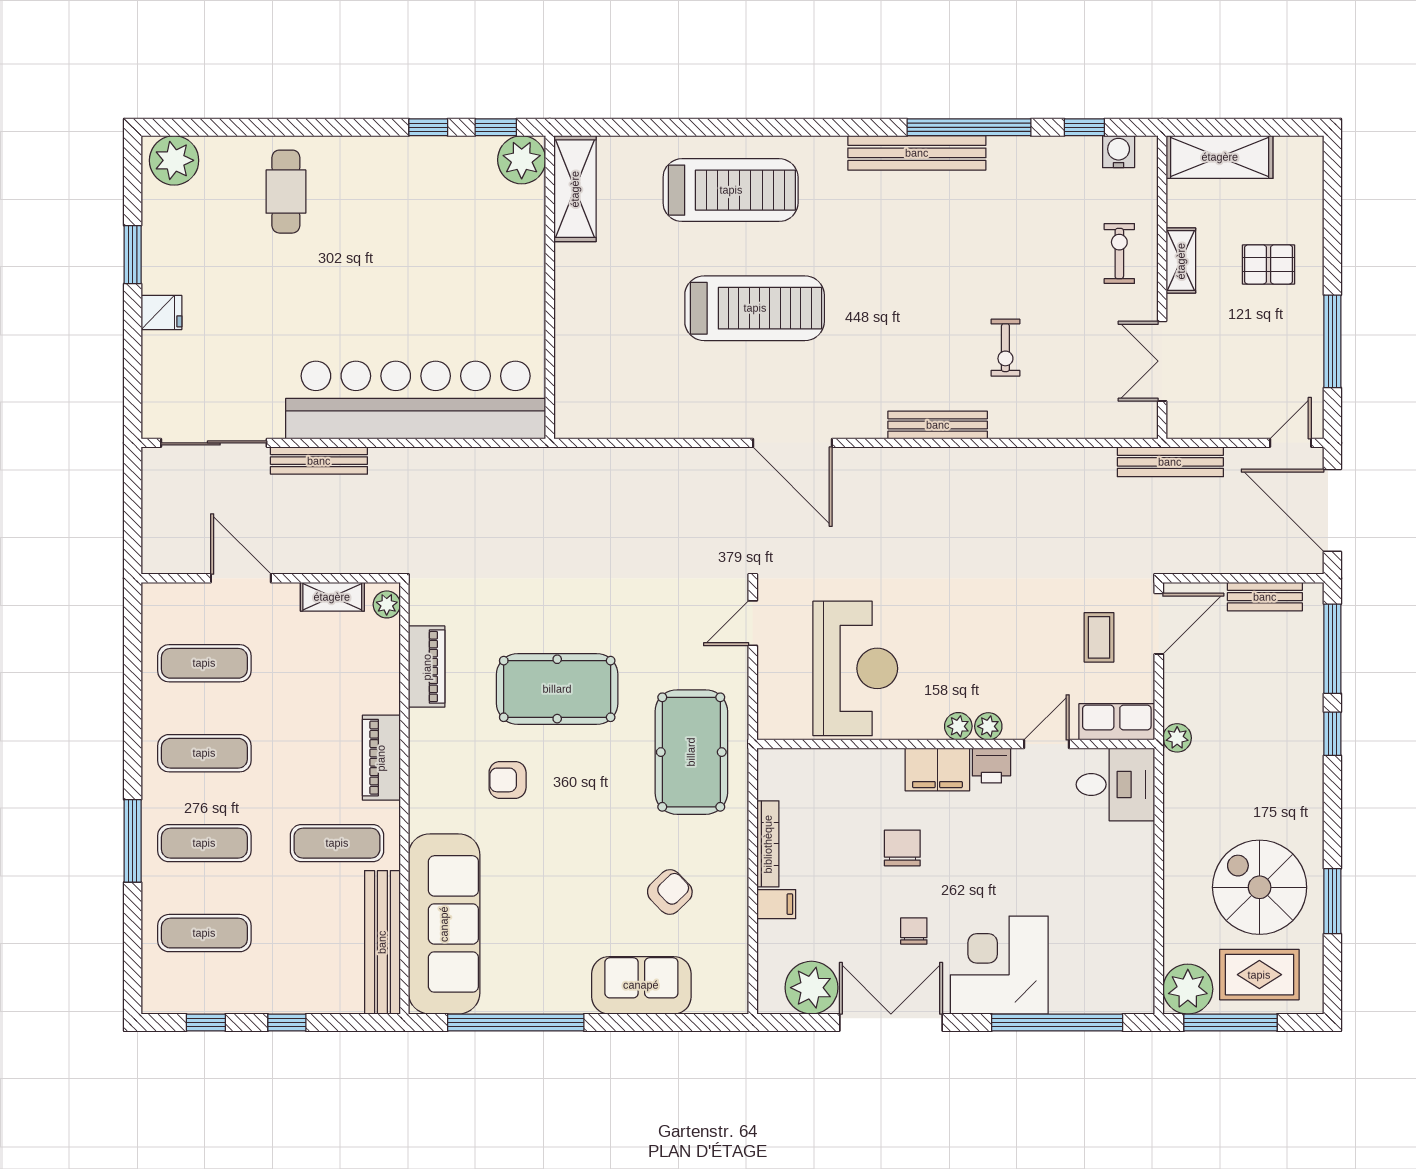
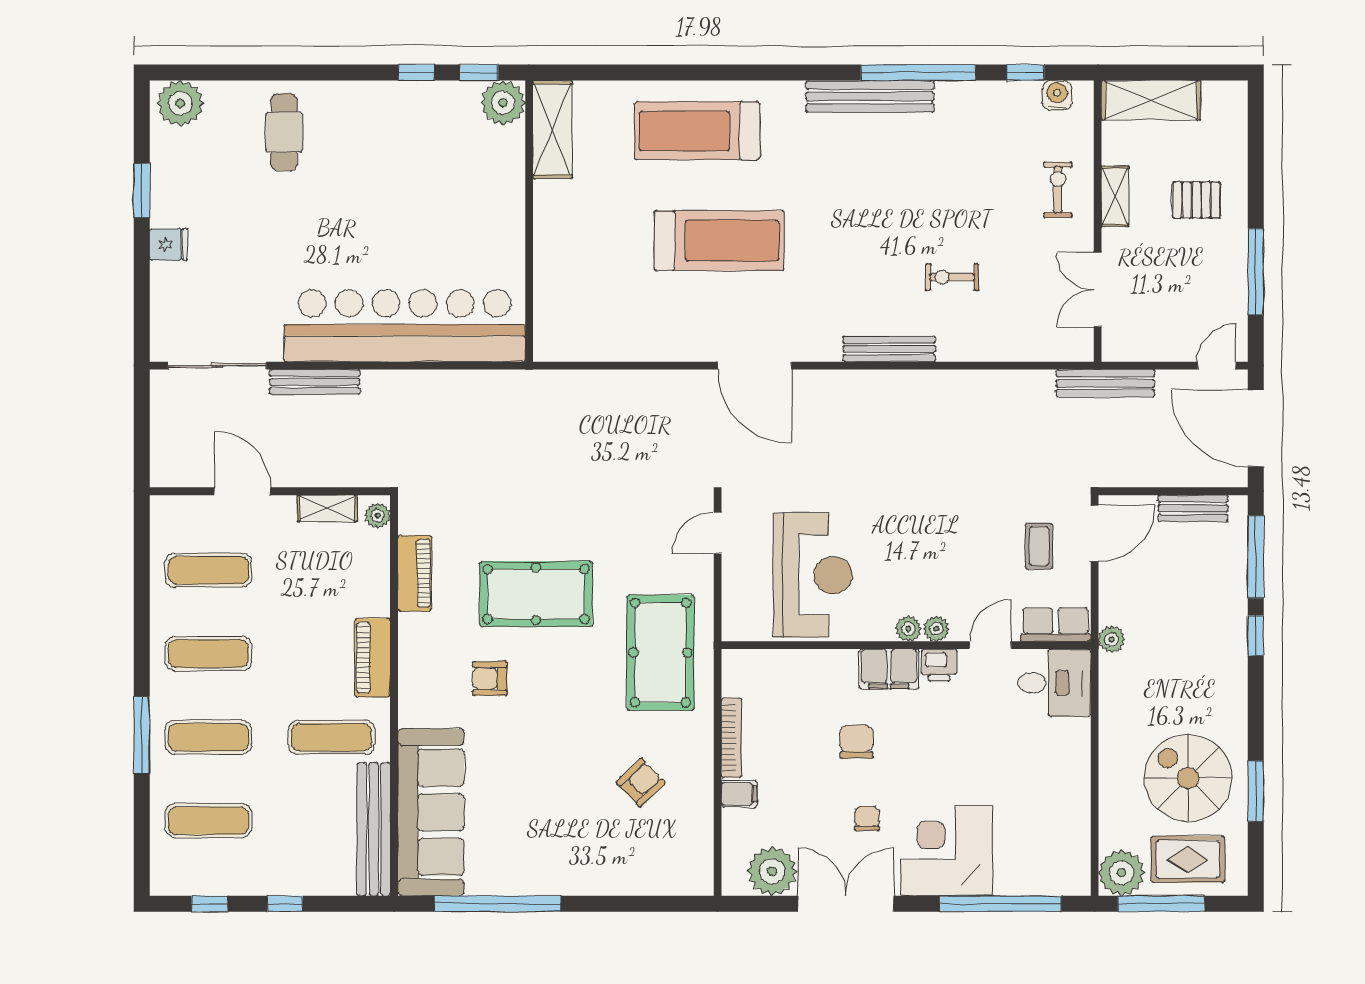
treadmill: (731, 190) -> (697, 131), turned 180
exercise bike: (1005, 348) -> (952, 277), turned 90
sofa: (641, 985) -> (614, 869), removed

